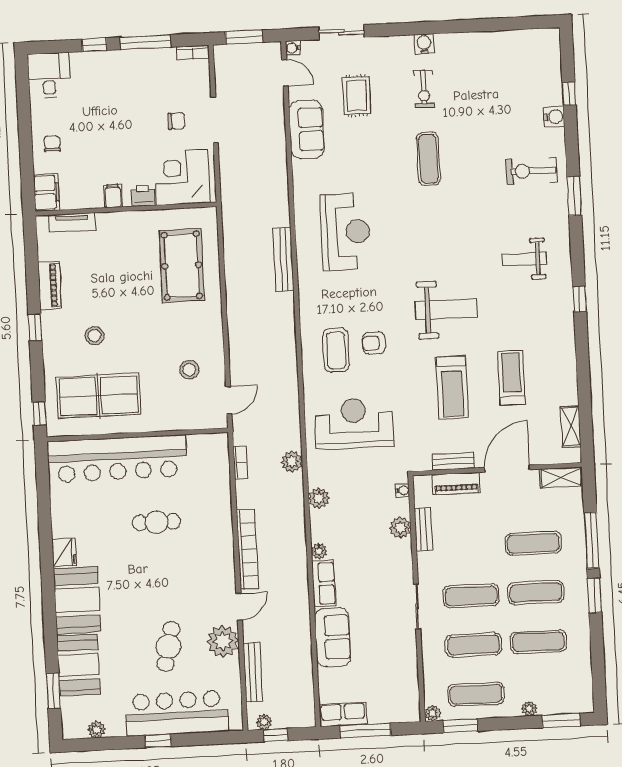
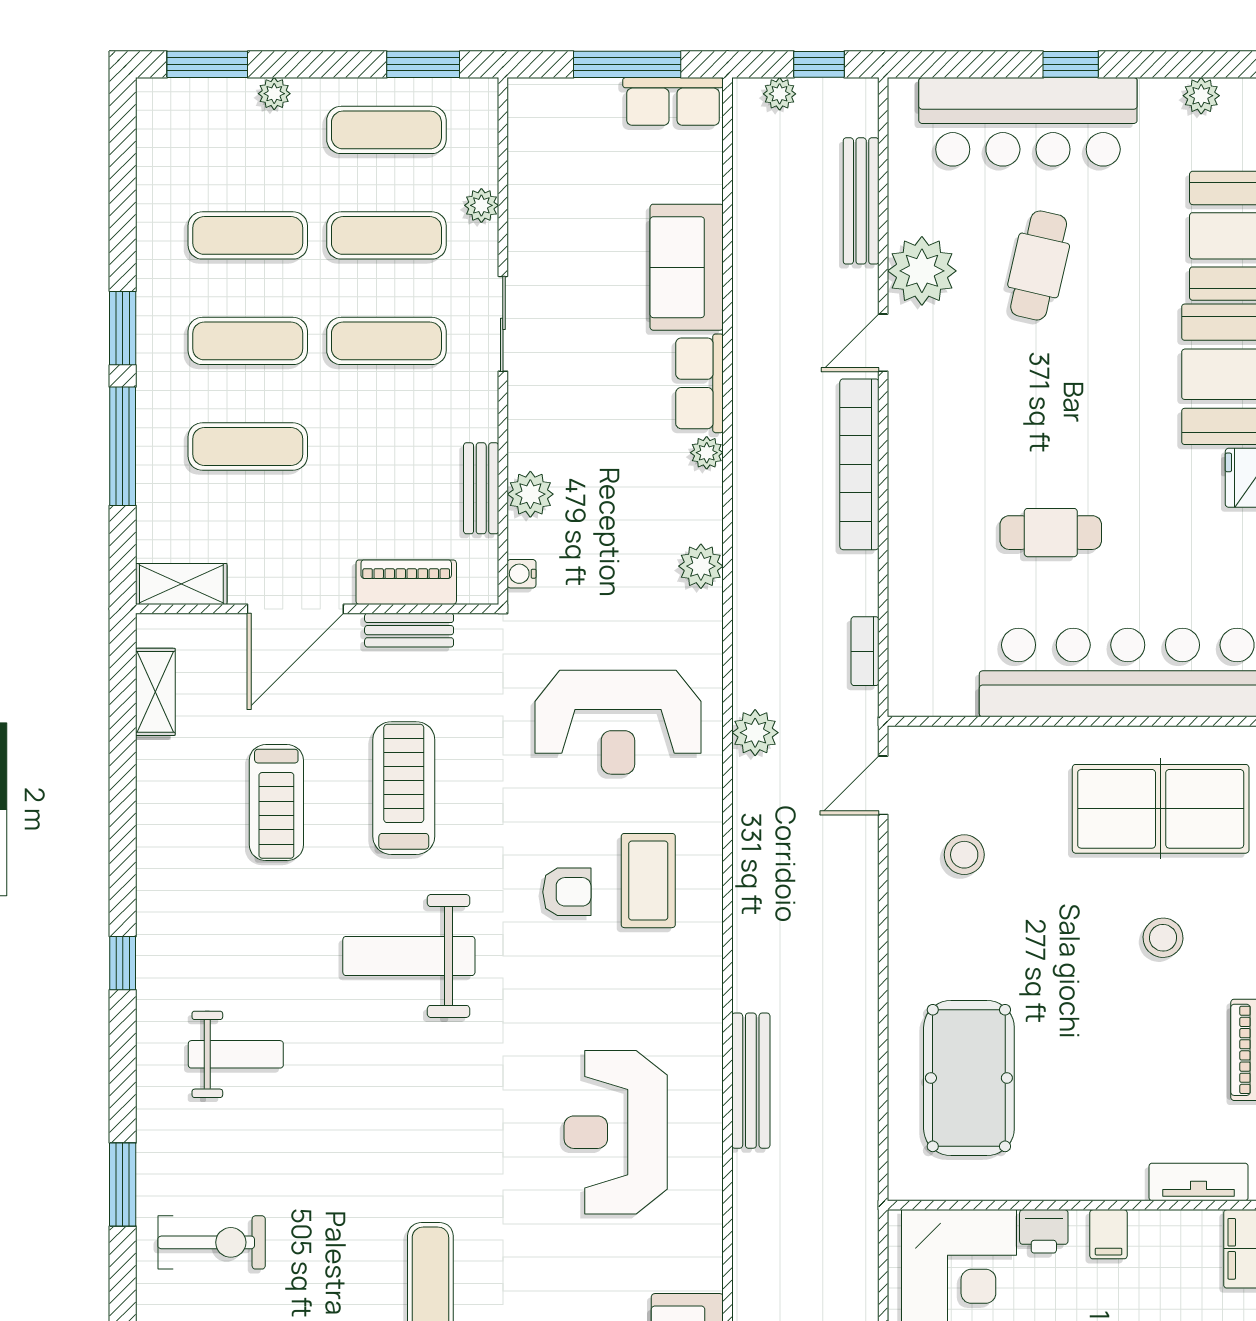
plant: (292, 462) -> (755, 733), moved
plant: (433, 713) -> (481, 205), moved
plant: (264, 722) -> (780, 94), moved

